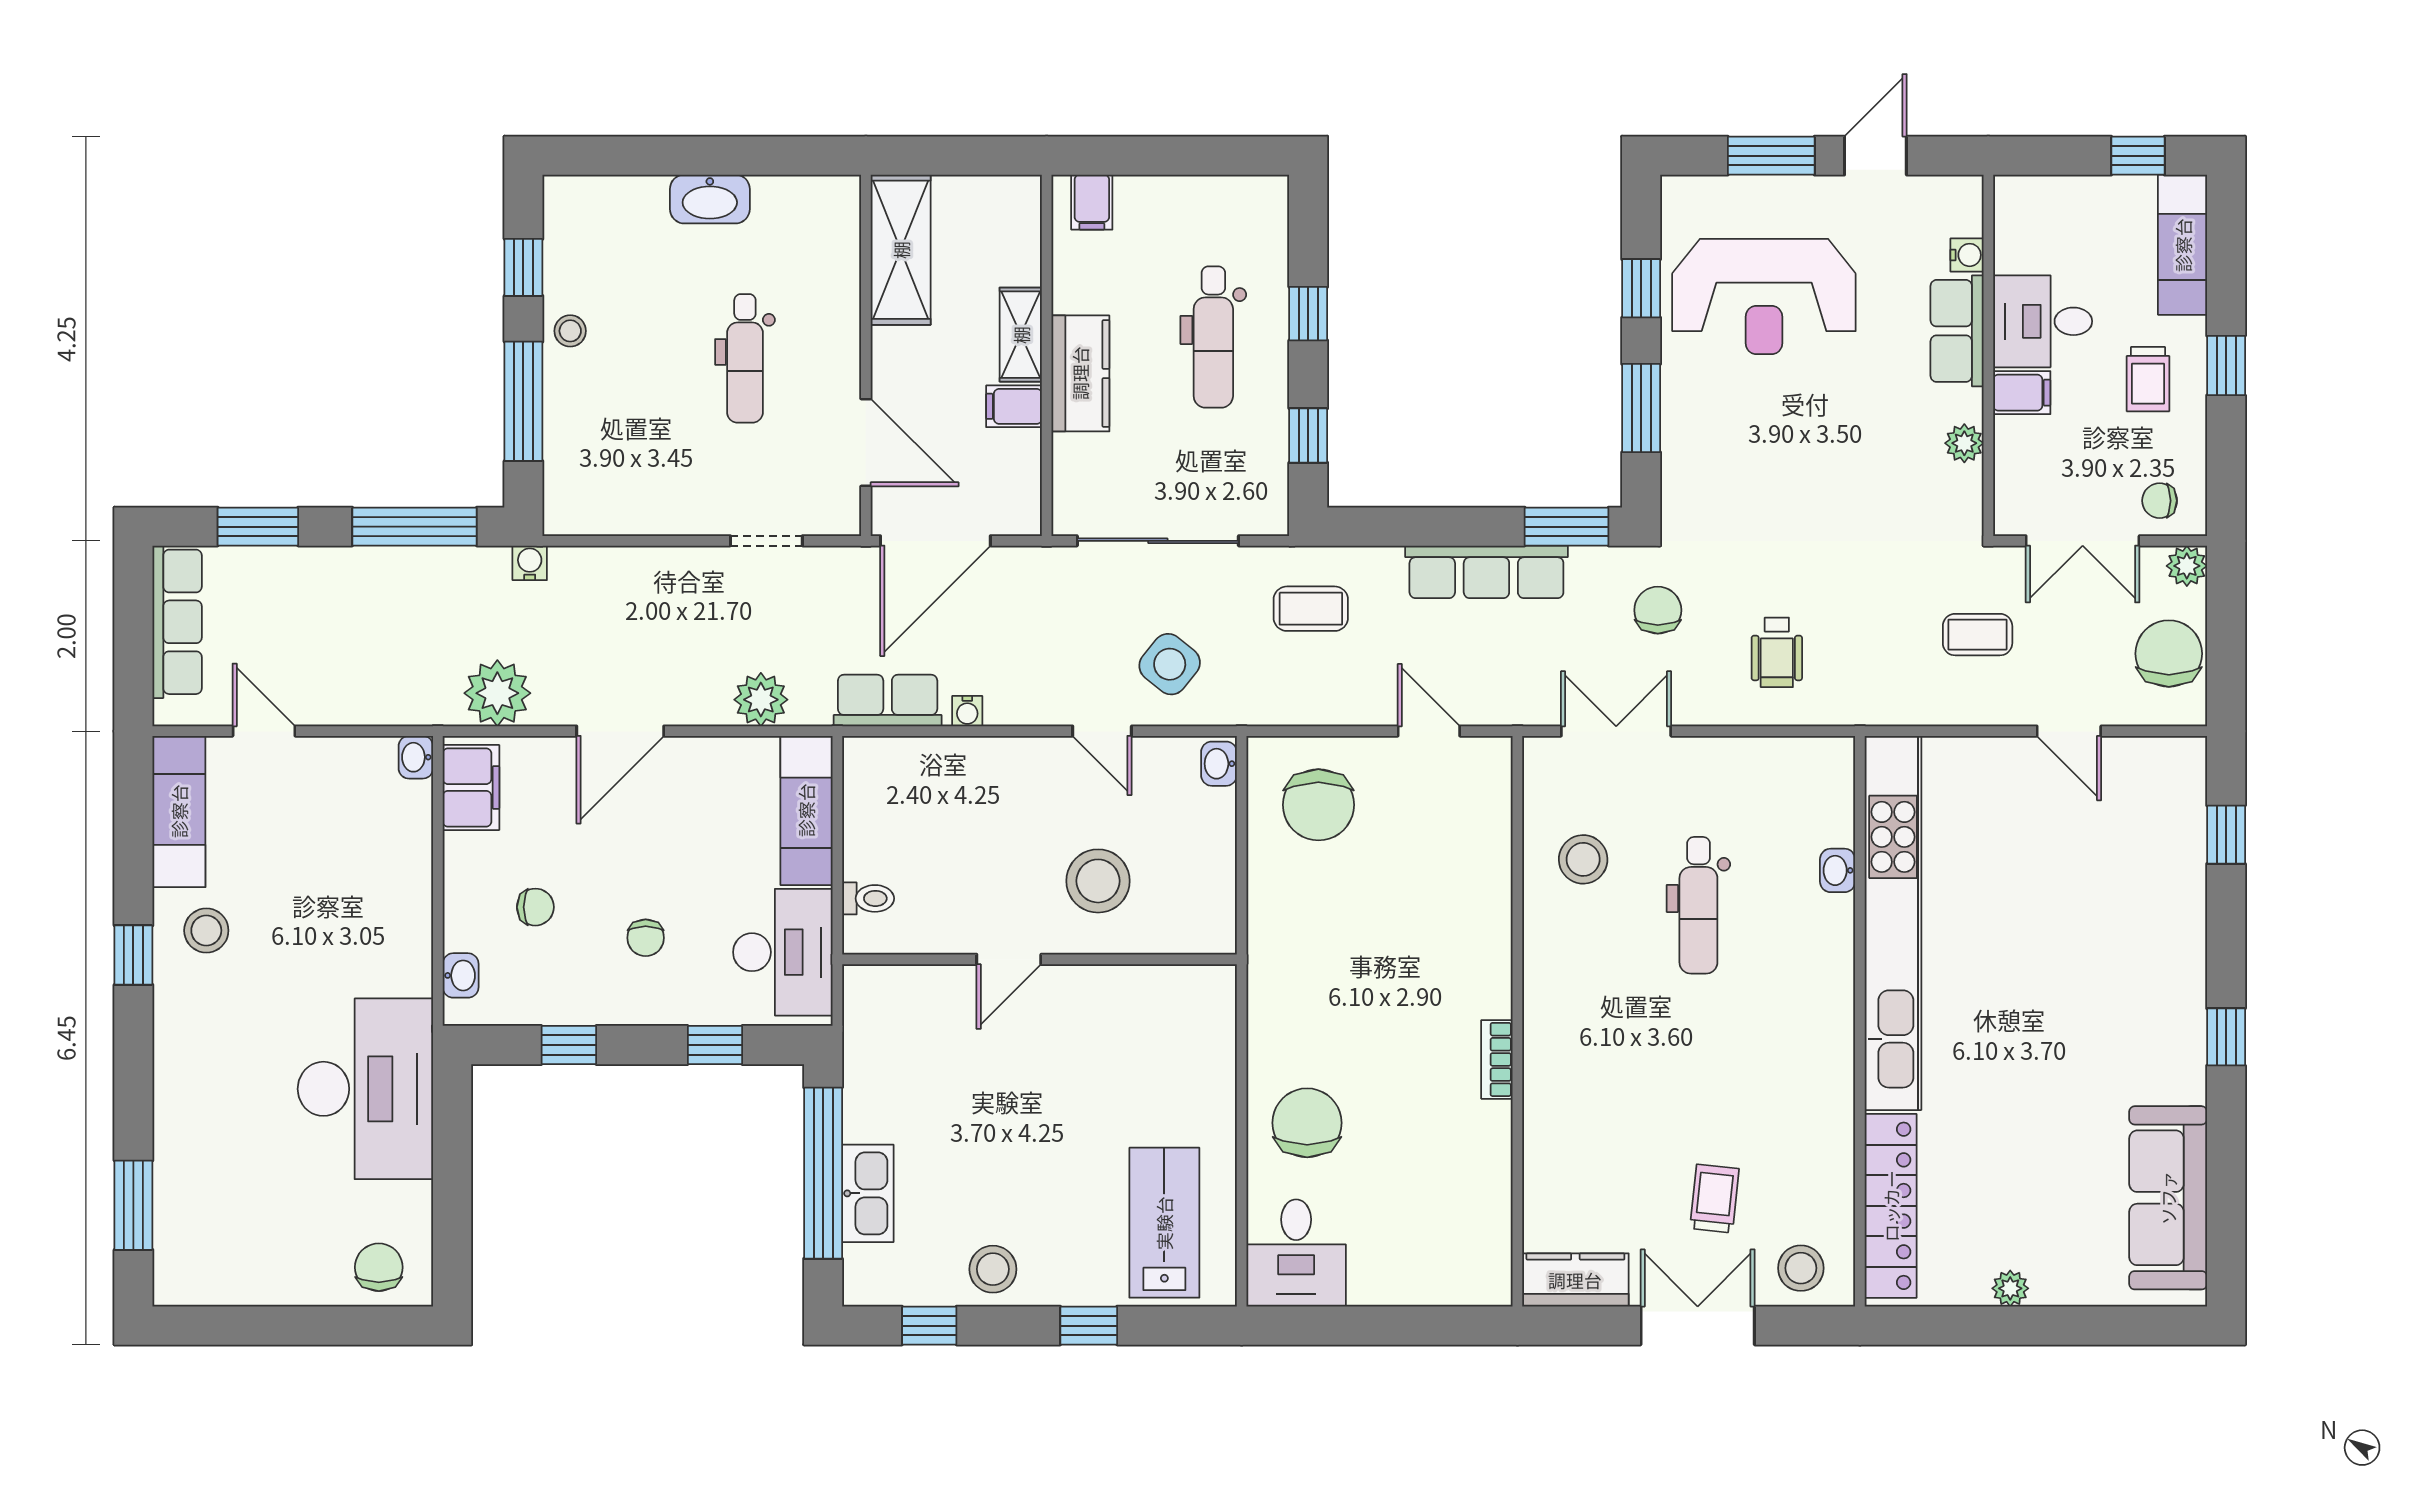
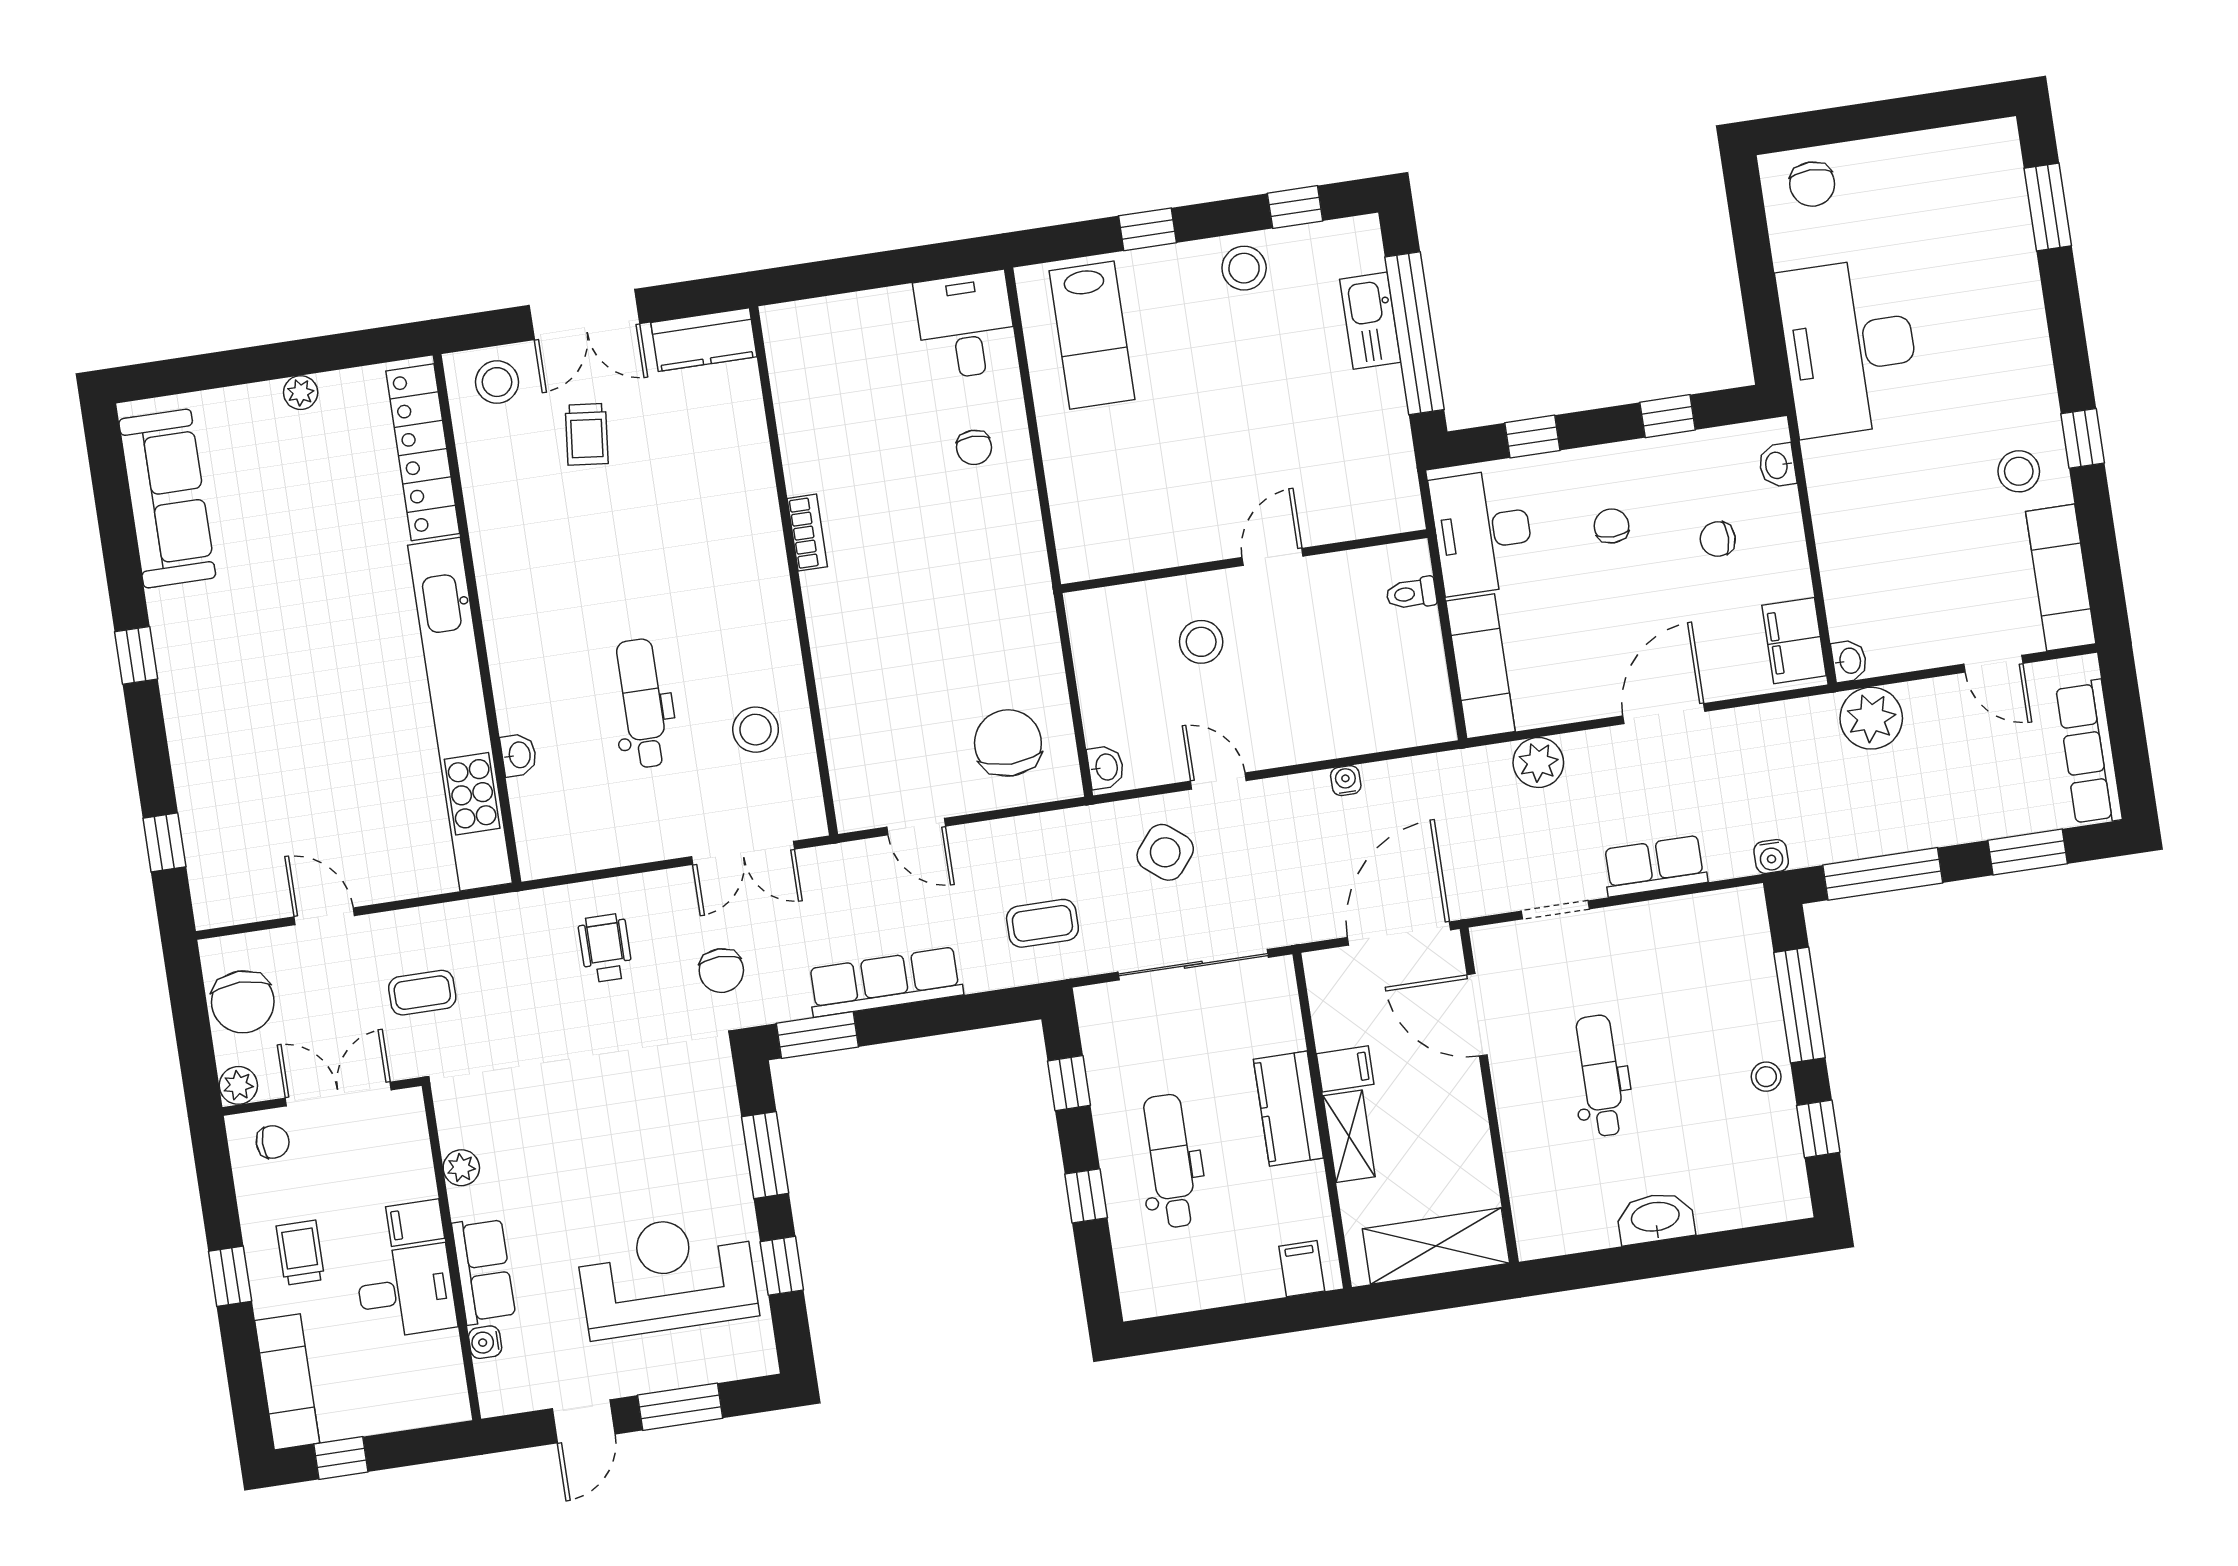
shelving: (901, 250) -> (1436, 1246), moved, turned 90
plant: (497, 693) -> (1871, 718), moved
row of seats: (888, 701) -> (1655, 866), moved, turned 180
stool: (1098, 881) -> (1201, 642), width x0.73, depth x0.73
chair: (1307, 1123) -> (974, 447), width x0.54, depth x0.54

